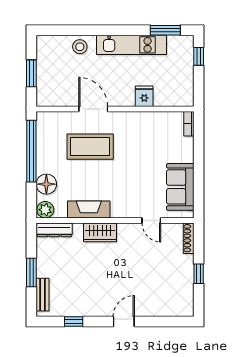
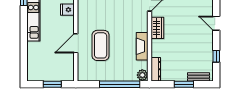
stool: (80, 47) -> (35, 52), removed
window: (31, 151) -> (120, 84), moved
floor lamp: (46, 184) -> (125, 74), removed
wardrobe: (100, 232) -> (157, 28), moved

